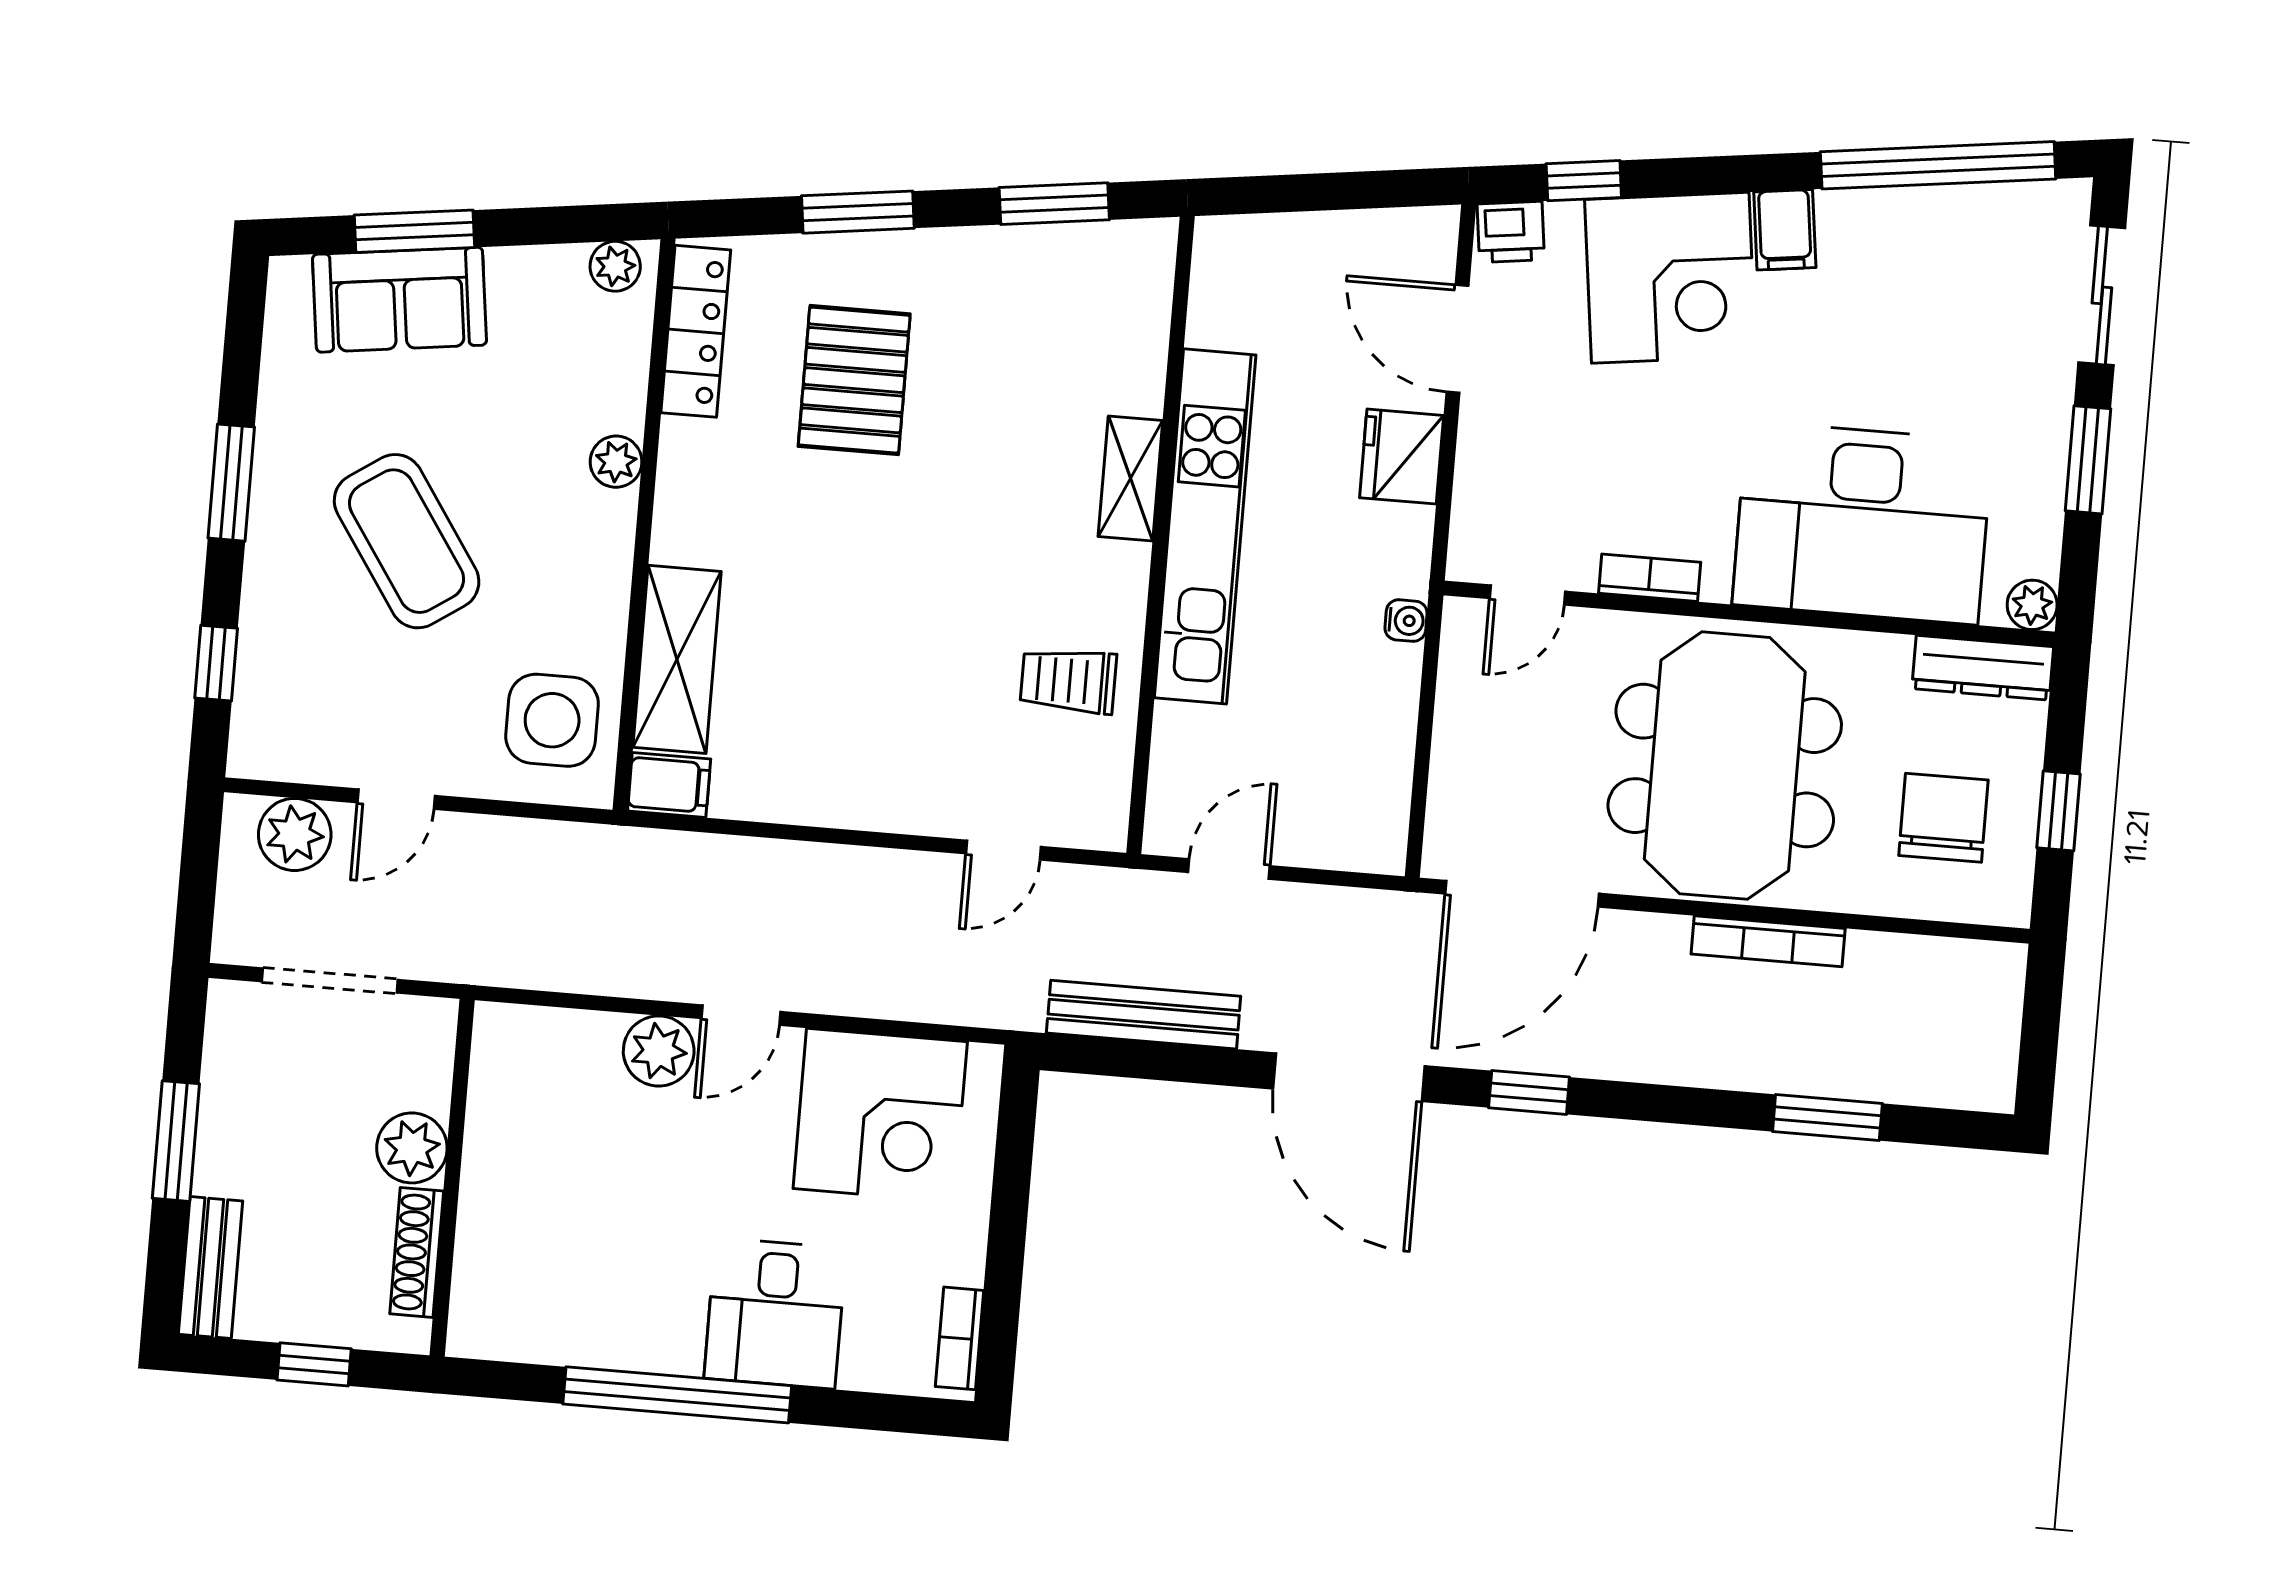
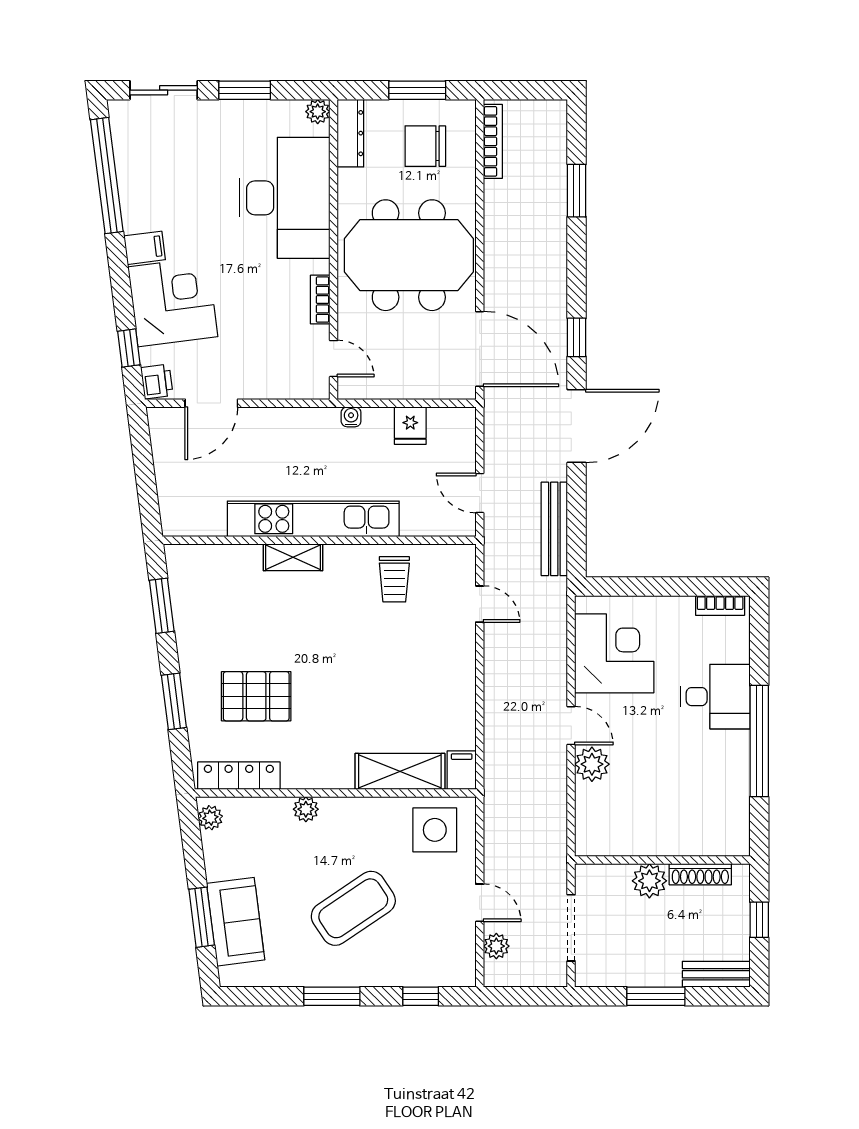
fridge: (1402, 457) -> (410, 426), moved, width x0.72
window: (2059, 811) -> (417, 90), width x1.50
plant: (295, 834) -> (496, 946), width x0.73, depth x0.73
bookcase: (1768, 941) -> (493, 141), moved

